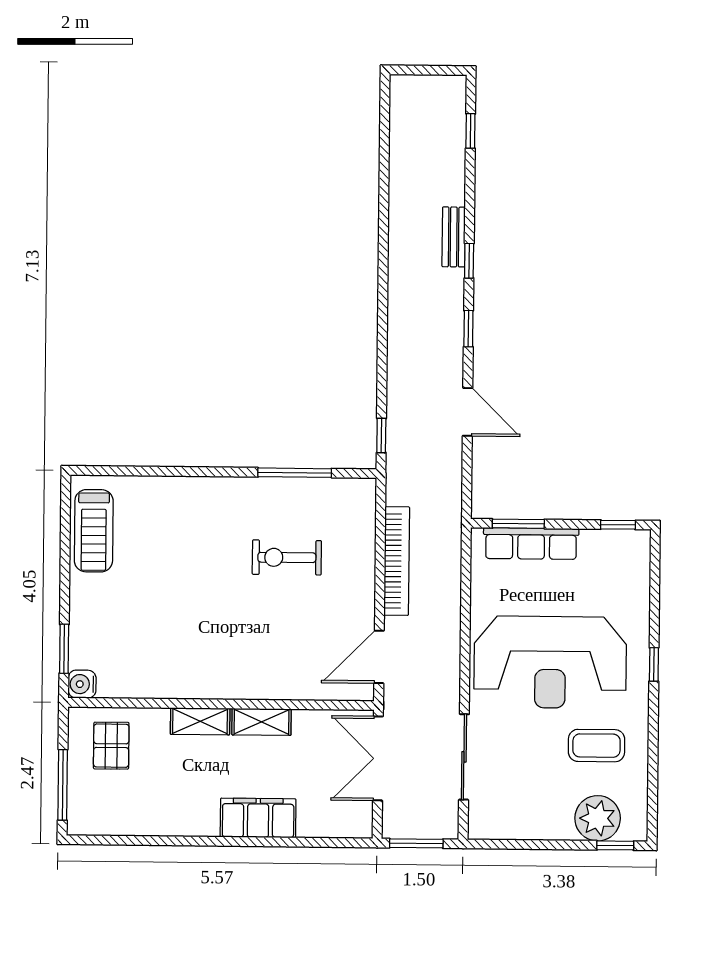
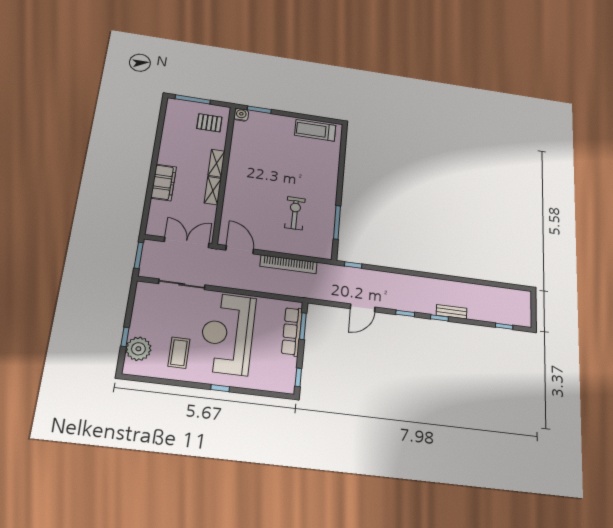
window: (615, 845) -> (125, 337), moved

